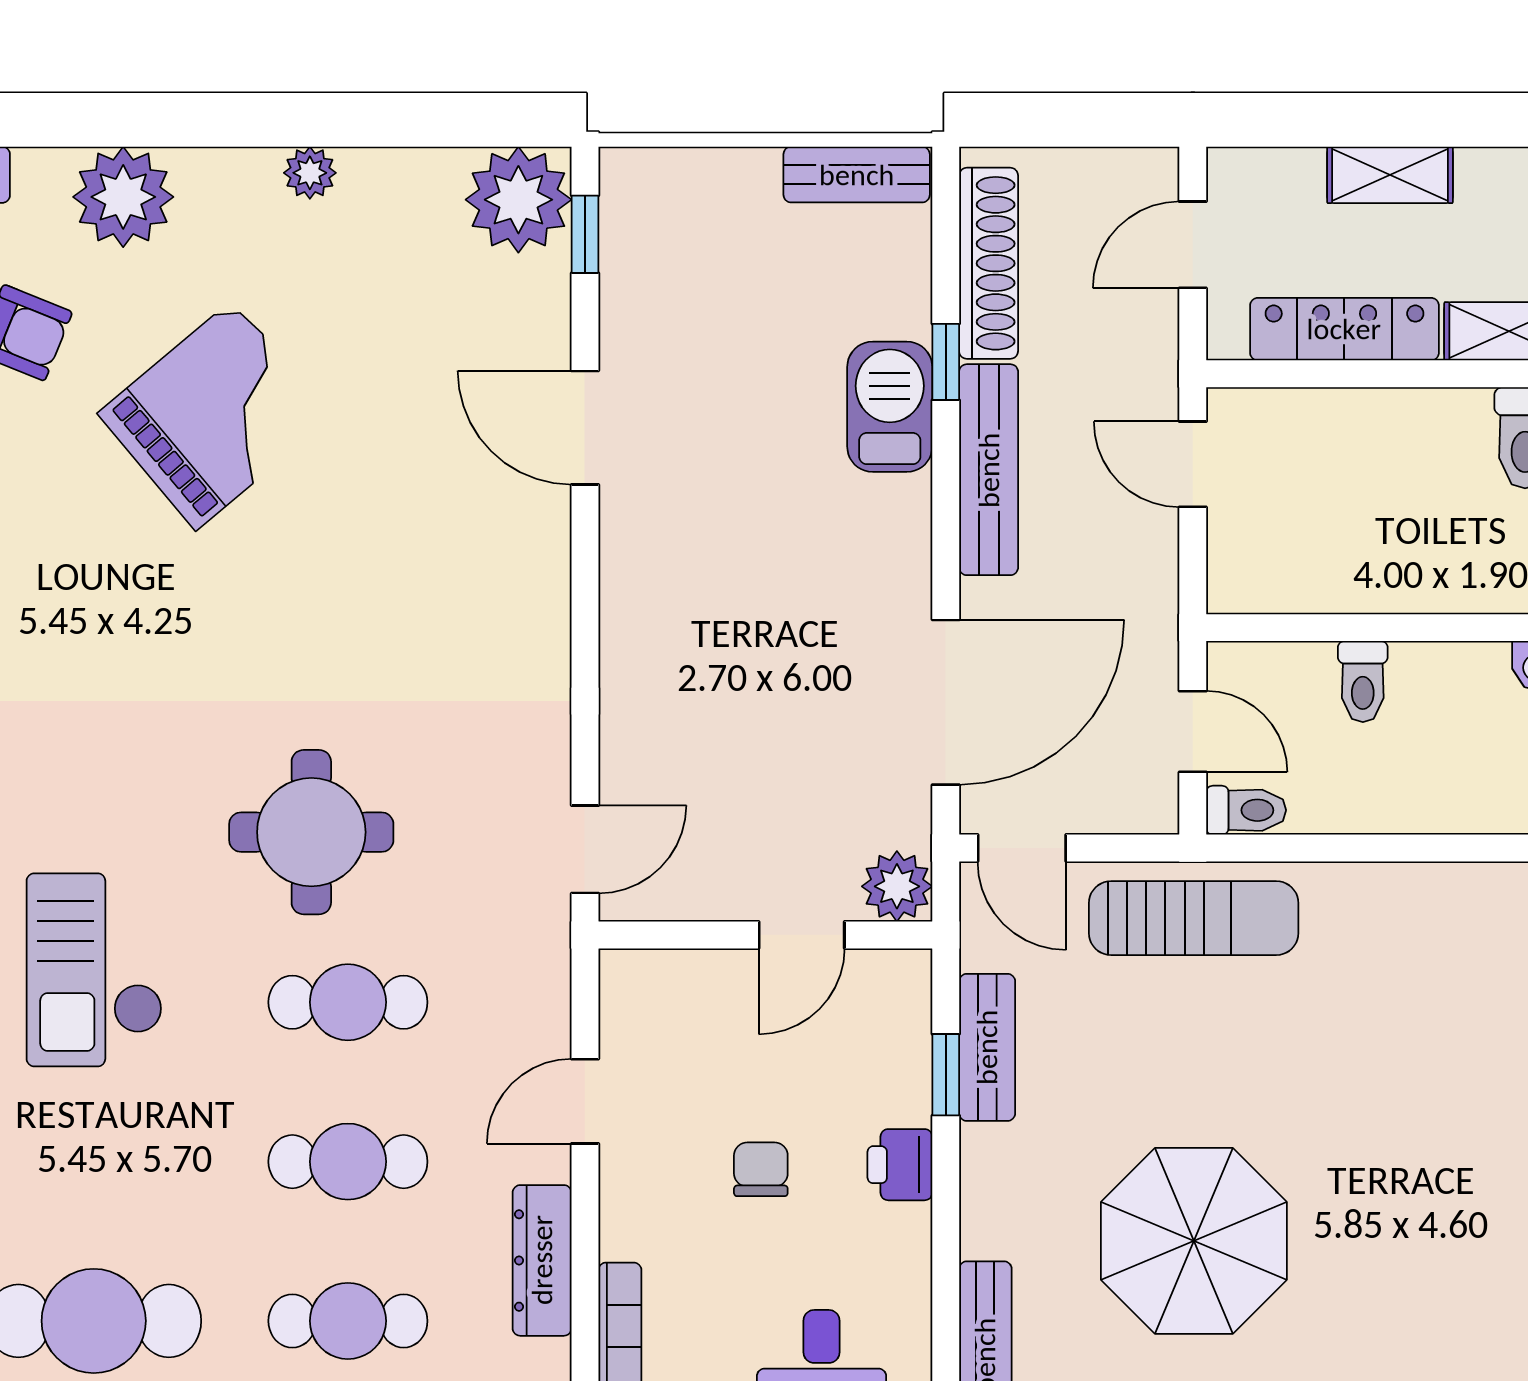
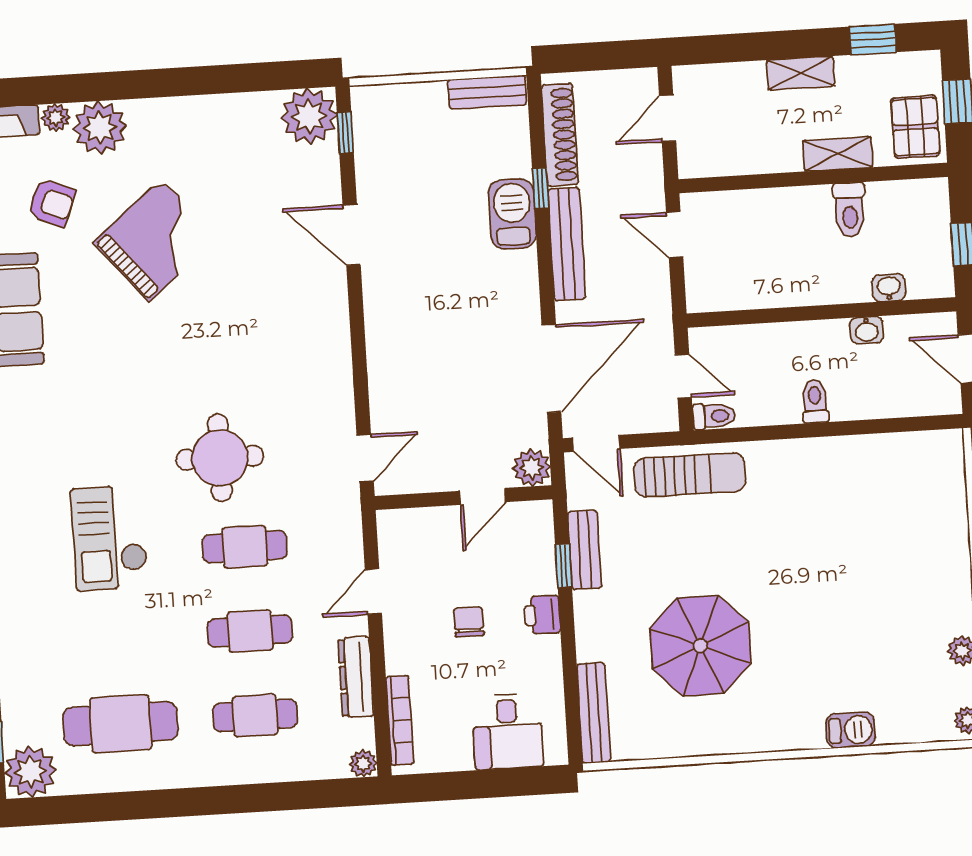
plant: (310, 173) -> (56, 118), moved
shelving: (1390, 175) -> (801, 73), moved
locker: (1344, 329) -> (751, 158), removed
toilet: (1363, 682) -> (815, 401), moved, turned 180

